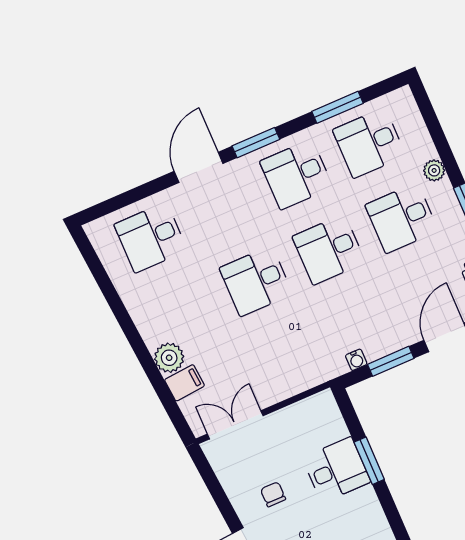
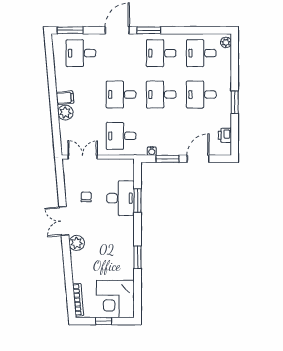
window: (338, 107) -> (70, 30), moved
plant: (434, 170) -> (226, 42), moved
desk: (288, 356) -> (121, 136), added
filing cabinet: (185, 383) -> (65, 98), moved
desk: (336, 470) -> (121, 198), width x1.37

